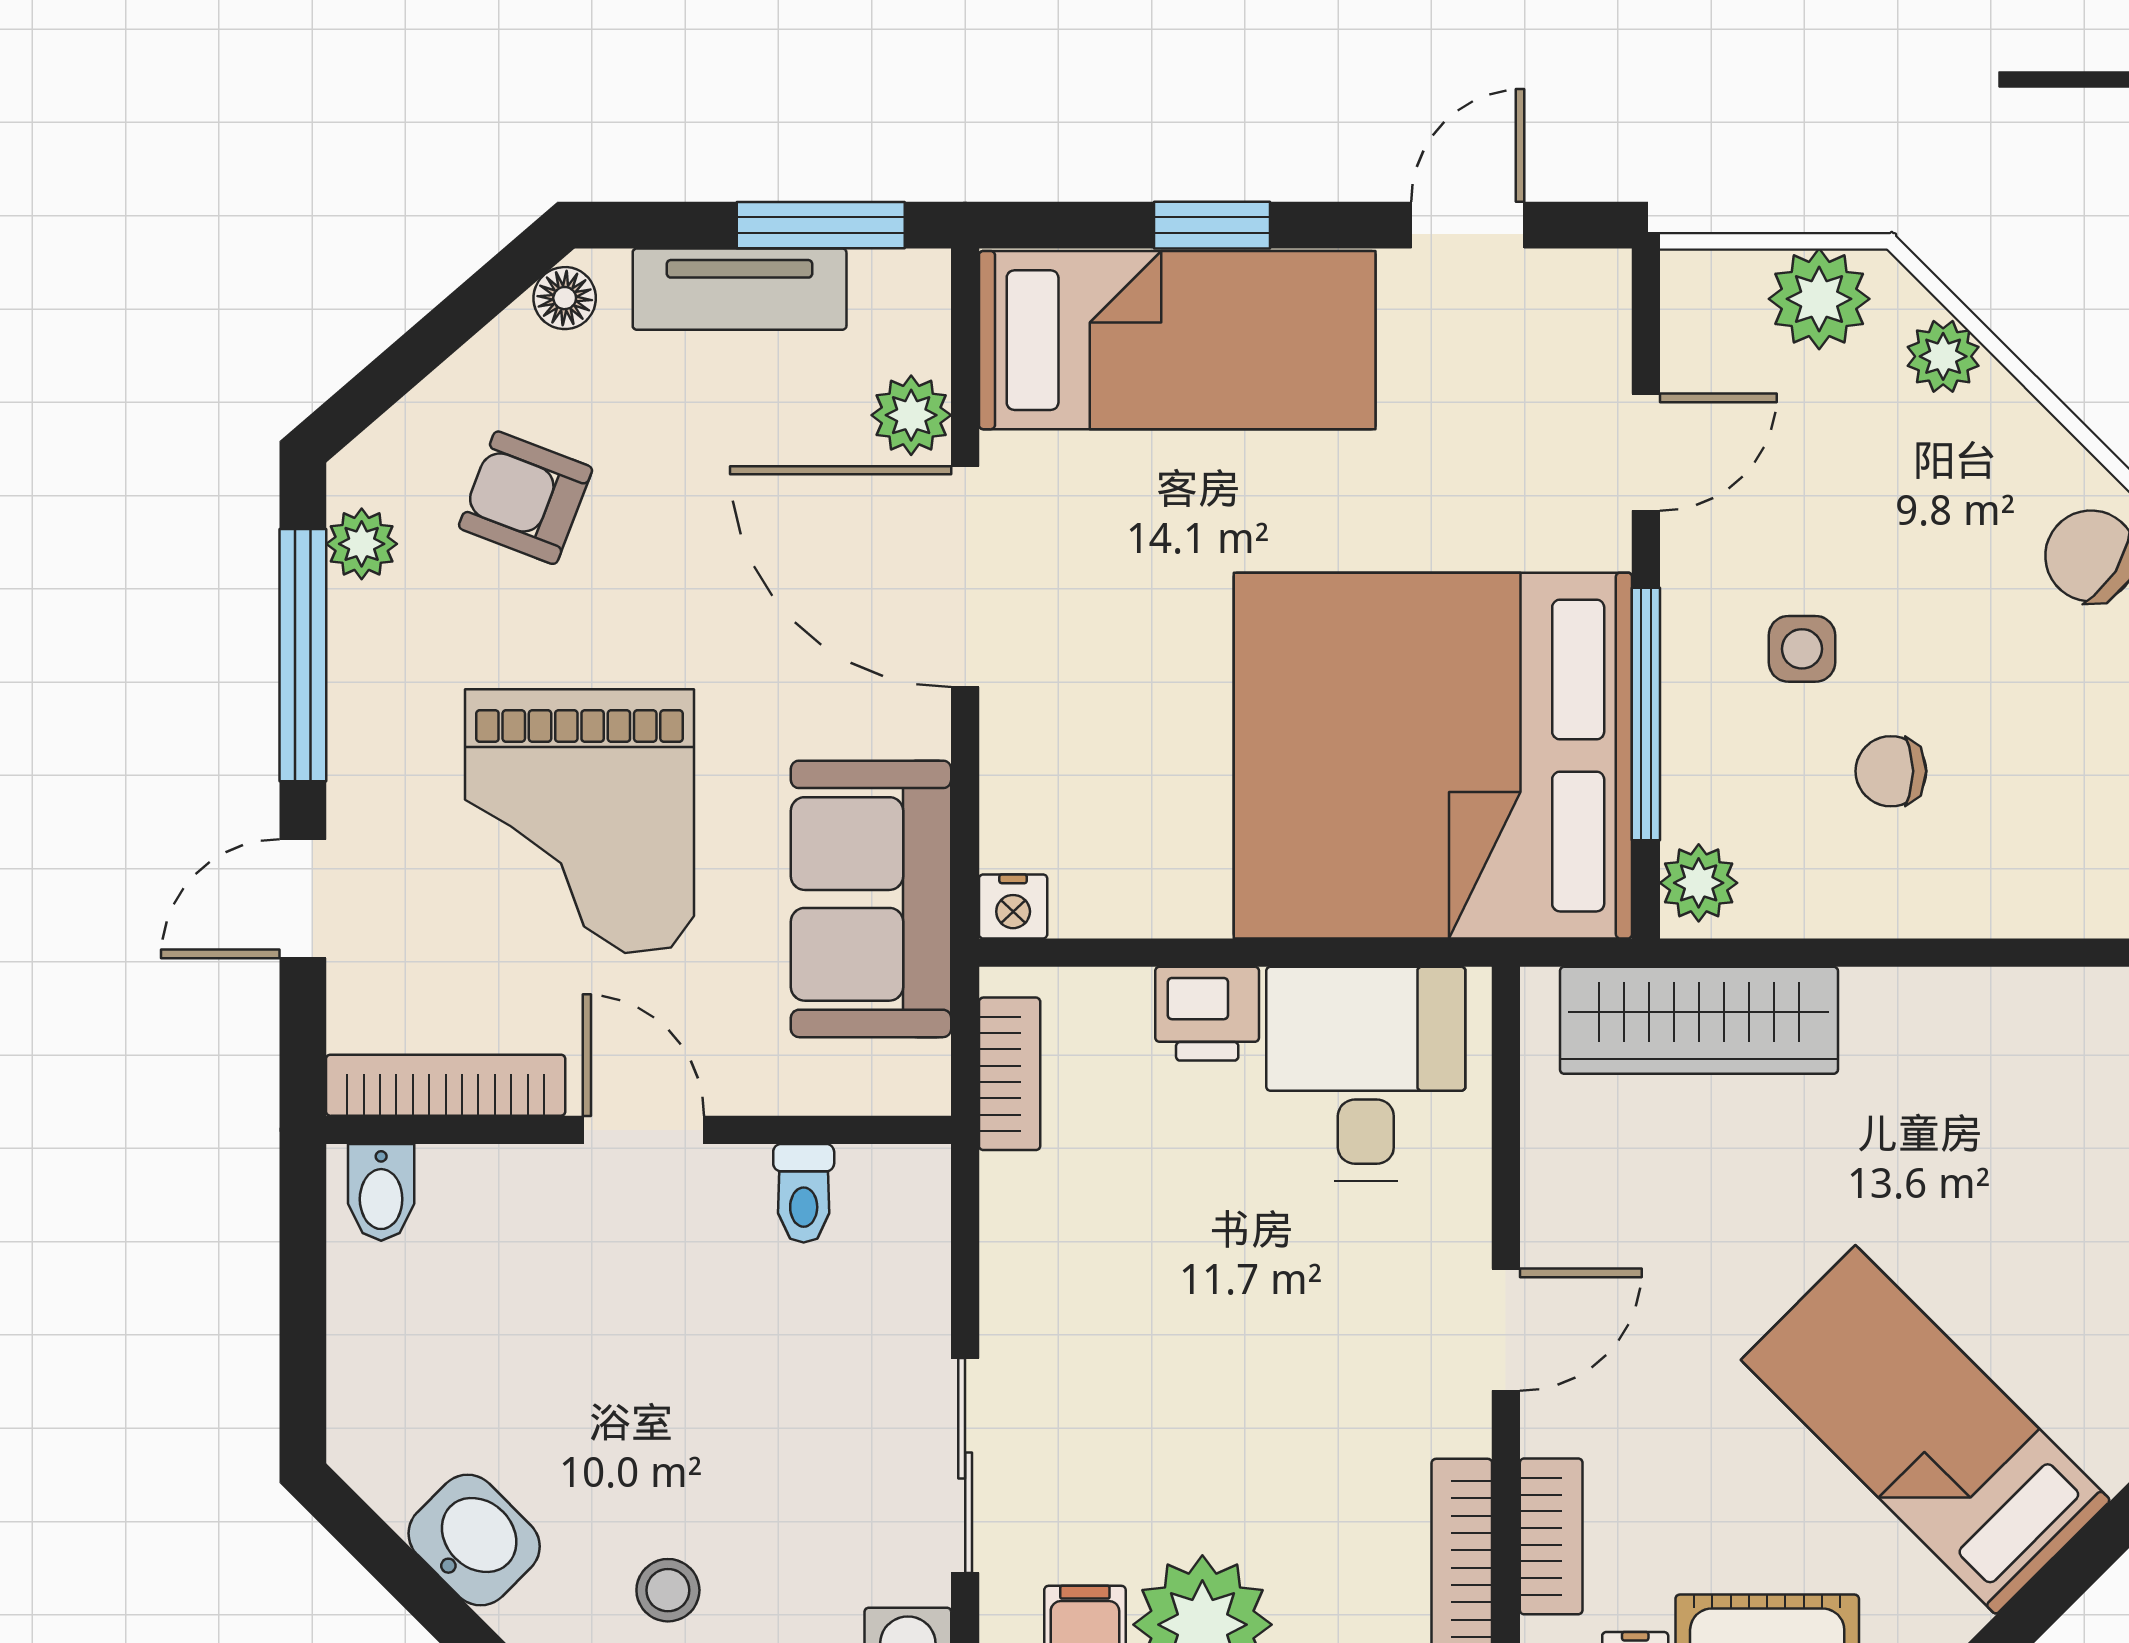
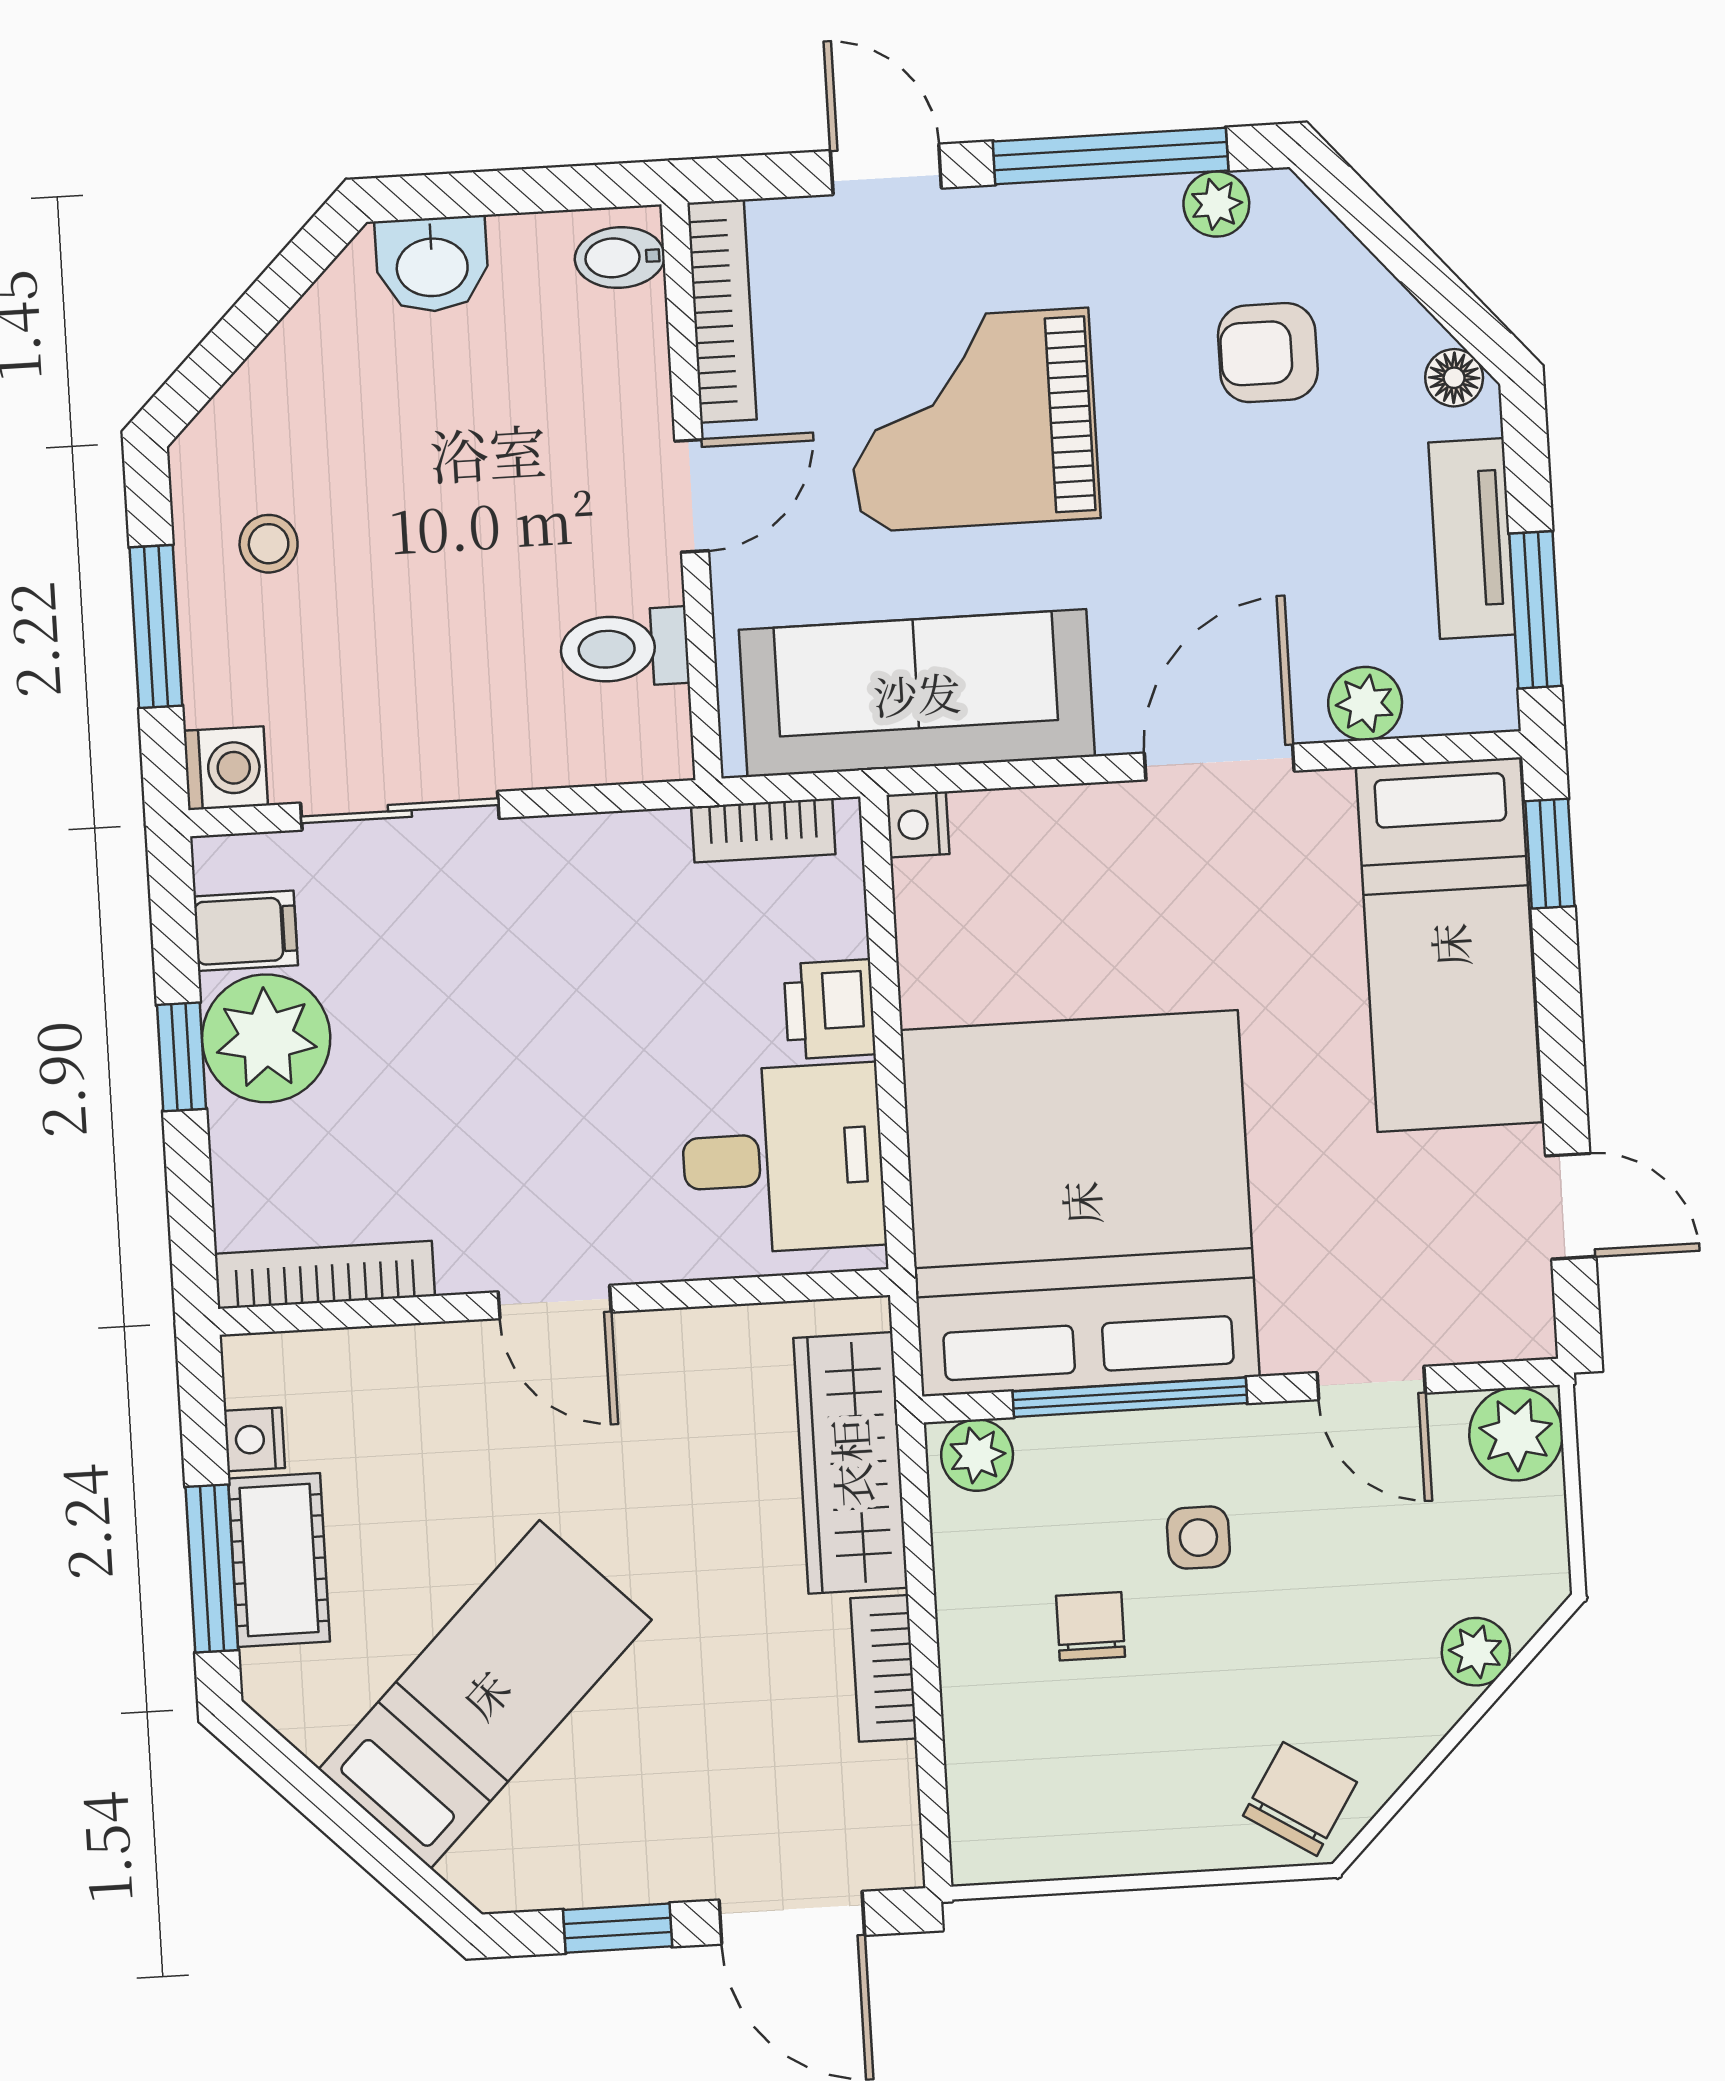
window: (1212, 225) -> (1550, 854), moved
plant: (1819, 299) -> (1516, 1434), moved
armchair: (526, 498) -> (1268, 353), turned -111
door: (965, 577) -> (1219, 762), width x0.73
sofa: (871, 899) -> (917, 693), width x1.36
toilet: (804, 1193) -> (624, 648), width x1.37, depth x1.39
bookcase: (1551, 1536) -> (883, 1668), moved, turned 90
washbasin: (474, 1540) -> (432, 265), moved, turned 45

